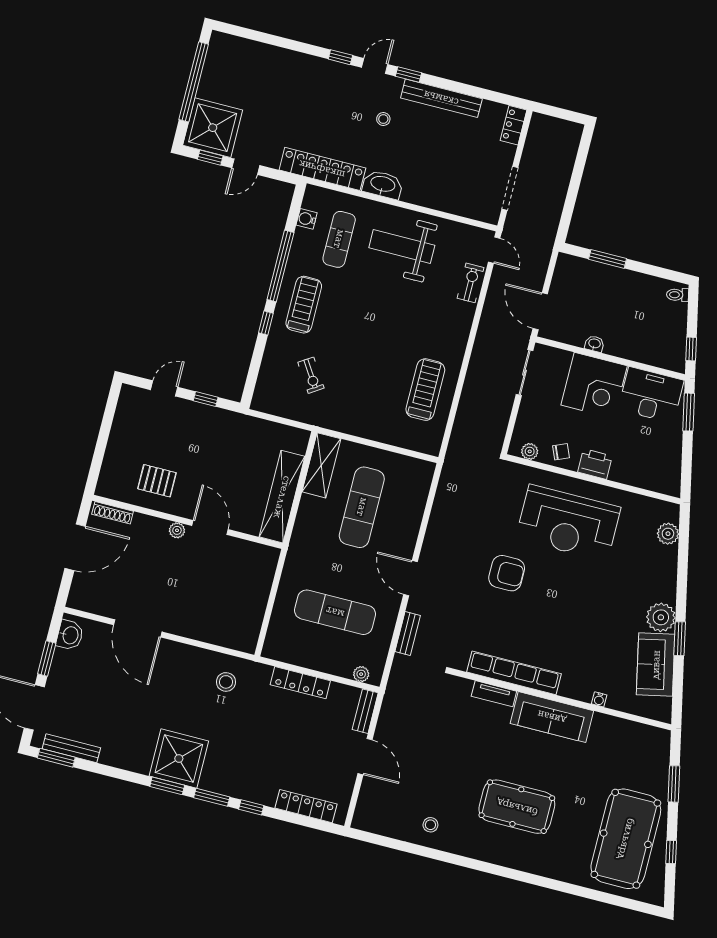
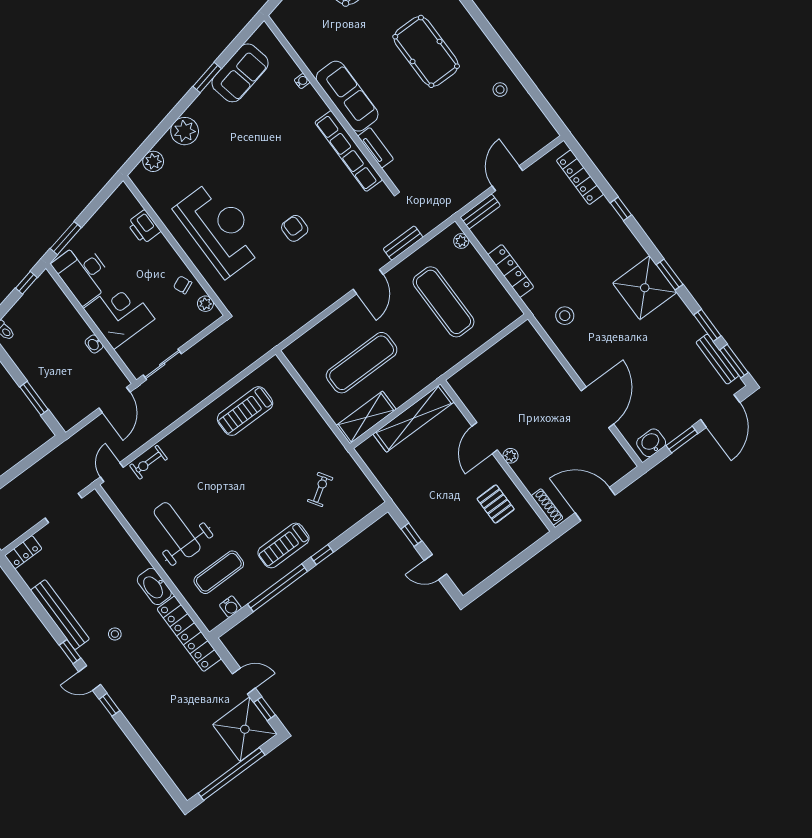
weight bench: (402, 246) -> (177, 530), turned 180
printer: (595, 464) -> (144, 227), moved
armchair: (507, 573) -> (295, 228), width x0.72, depth x0.72
plant: (661, 617) -> (185, 131), moved
window: (212, 797) -> (707, 325), moved

